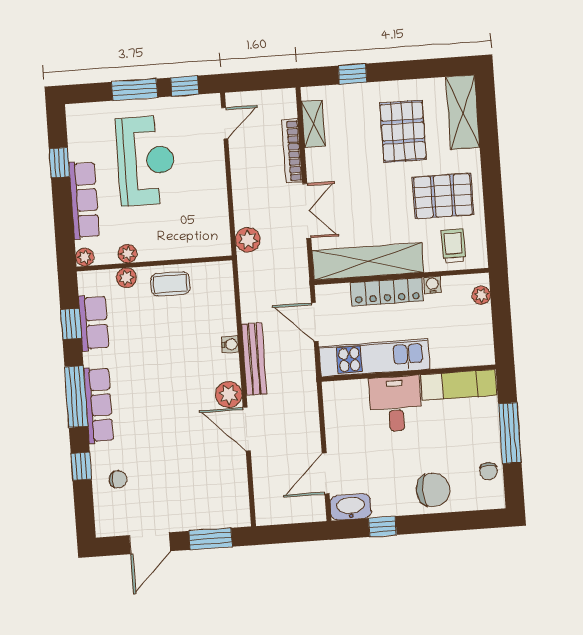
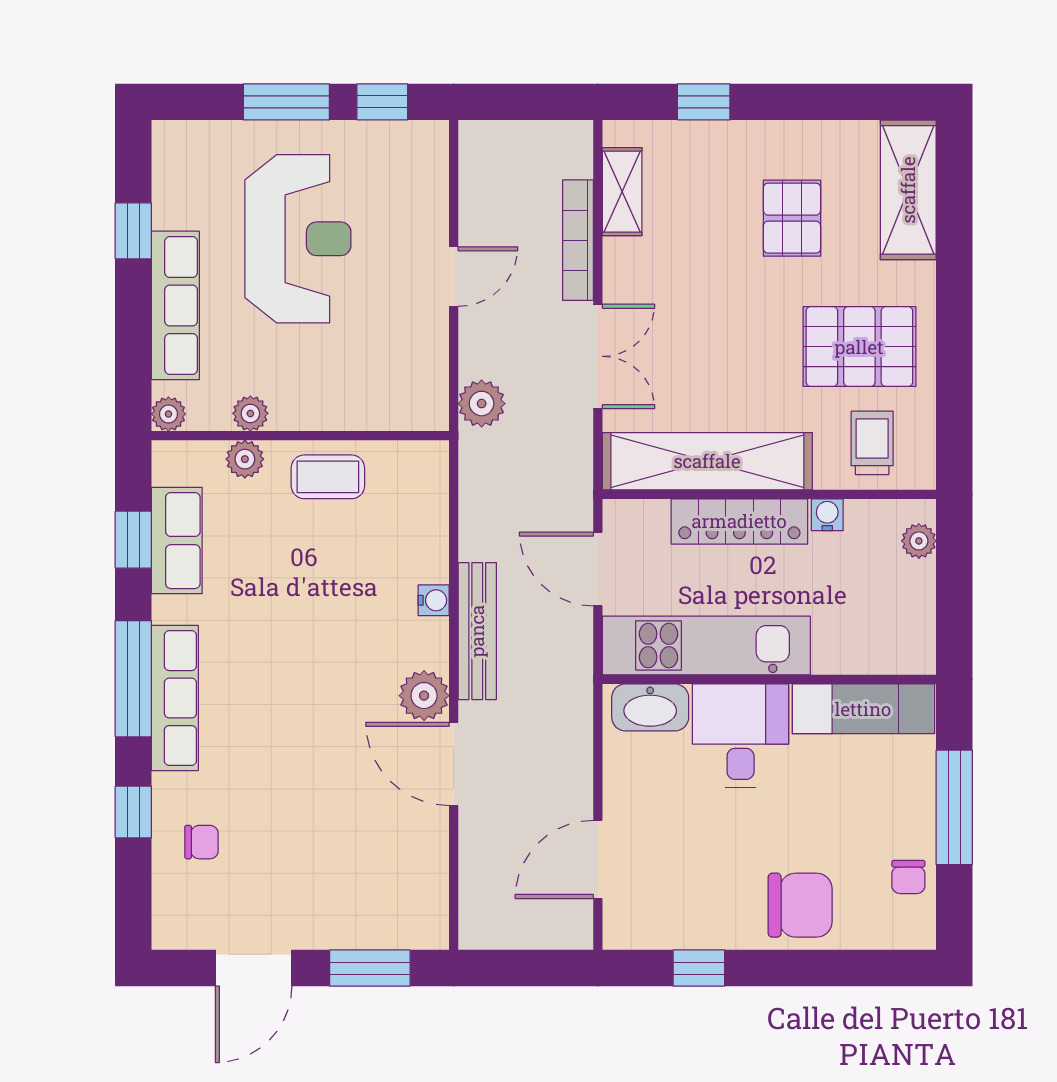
door: (225, 123) -> (454, 277), moved
pallet: (403, 131) -> (792, 218), width x0.67, depth x0.71
washbasin: (351, 507) -> (650, 707), moved, turned 180

